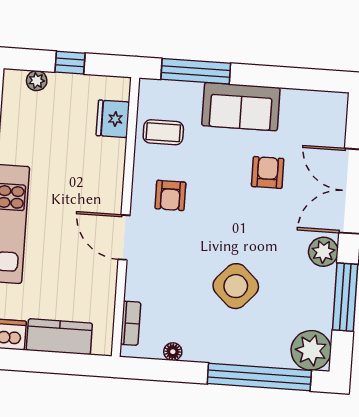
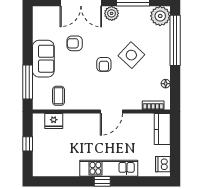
plant: (37, 81) -> (38, 160), removed
armchair: (170, 195) -> (104, 64), moved, turned 90
kitchen counter: (59, 337) -> (162, 129), moved

